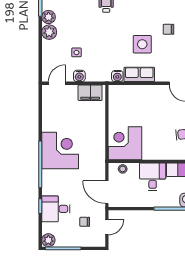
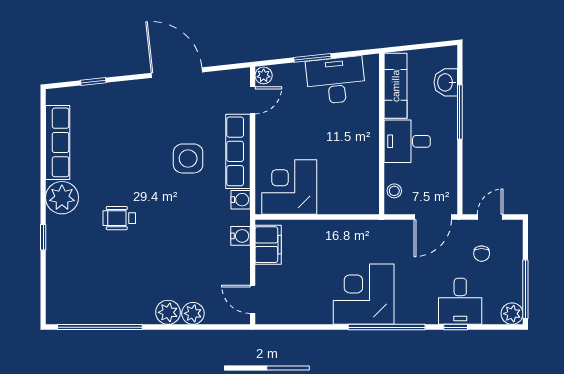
plant: (49, 17) -> (193, 313), moved
chair: (168, 29) -> (163, 115), removed
side table: (76, 52) -> (202, 267), removed
row of seats: (139, 74) -> (238, 151), width x1.48
water cooler: (79, 76) -> (240, 236), moved
corner desk: (125, 143) -> (289, 187), moved, turned 90
door: (107, 227) -> (490, 217), hinge flipped

